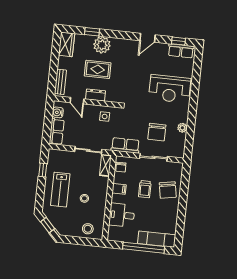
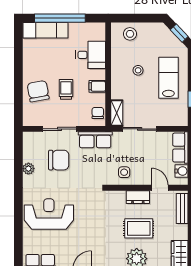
chair: (157, 132) -> (59, 160), turned 90

